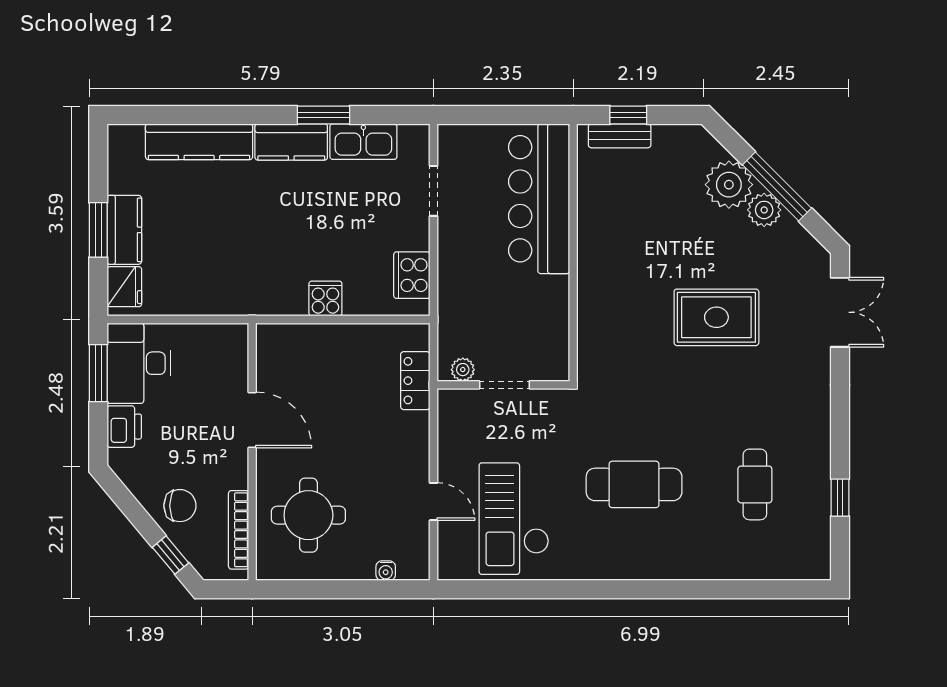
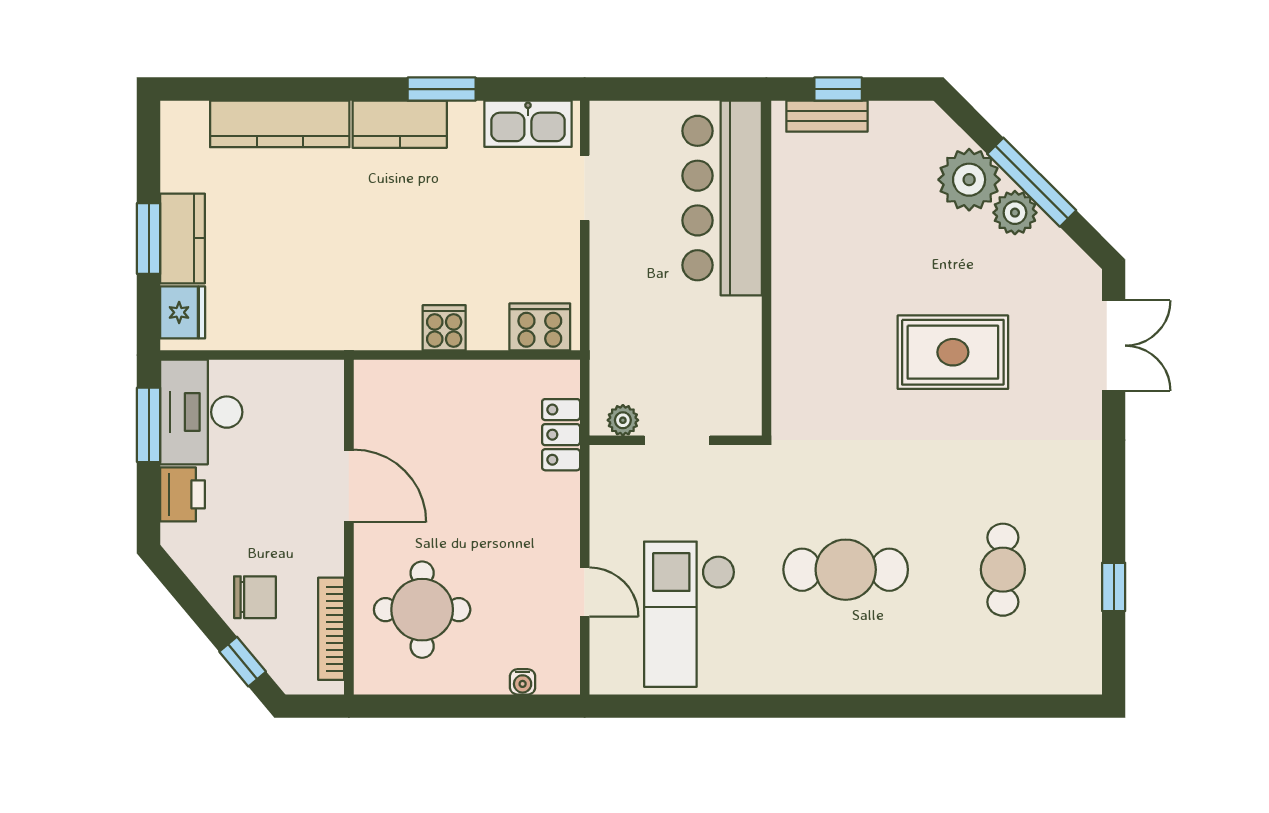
kitchen sink: (363, 142) -> (528, 124), moved
cooker: (412, 275) -> (540, 327), moved, turned 90

